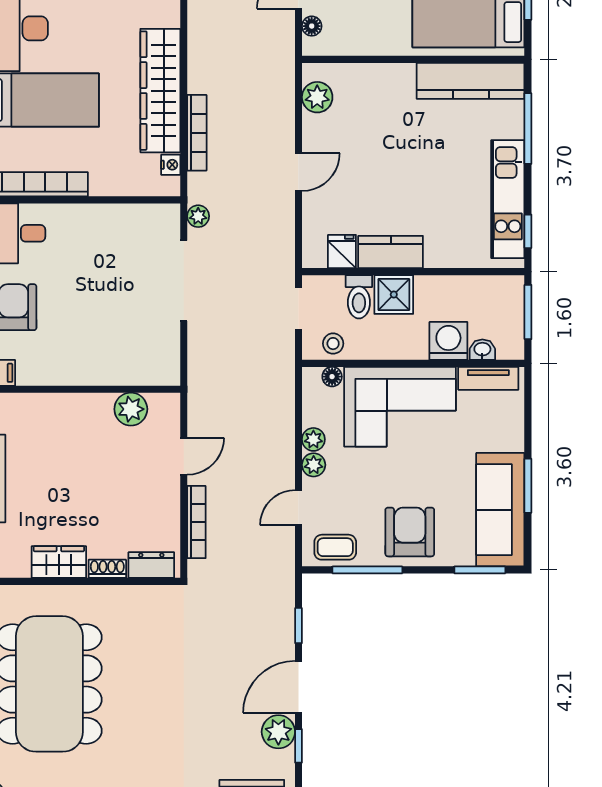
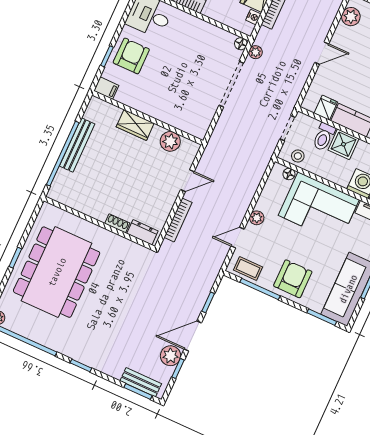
floor lamp: (170, 214) -> (241, 44), added
plant: (313, 439) -> (263, 204), removed
wardrobe: (59, 562) -> (135, 125), moved, turned 180

